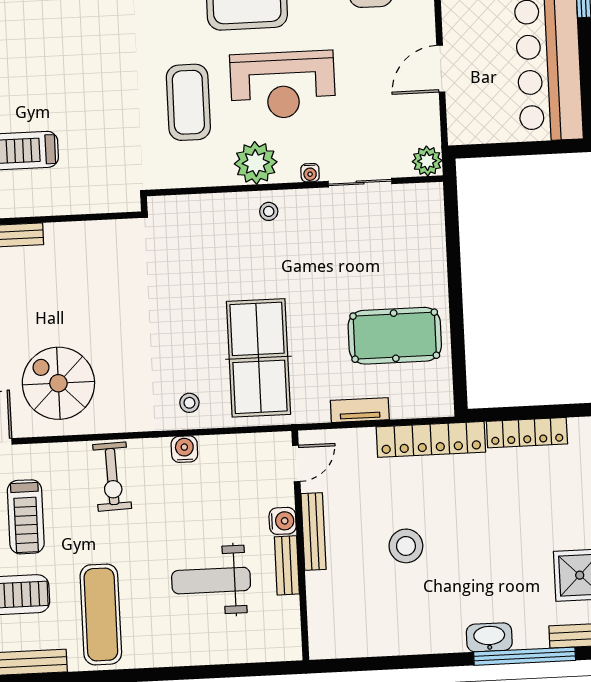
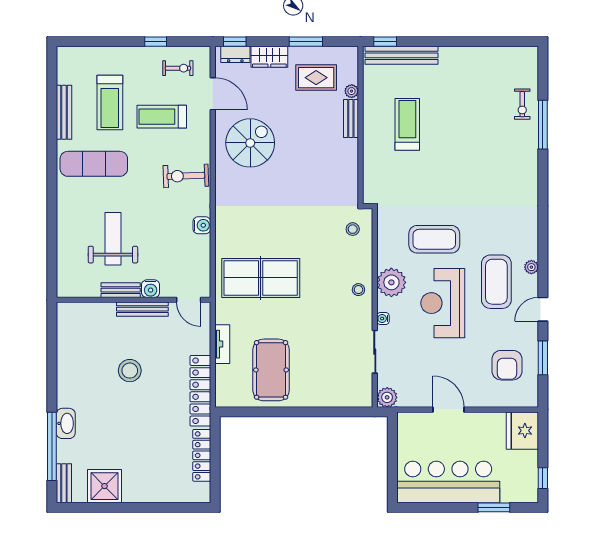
stool: (189, 403) -> (353, 229), moved

